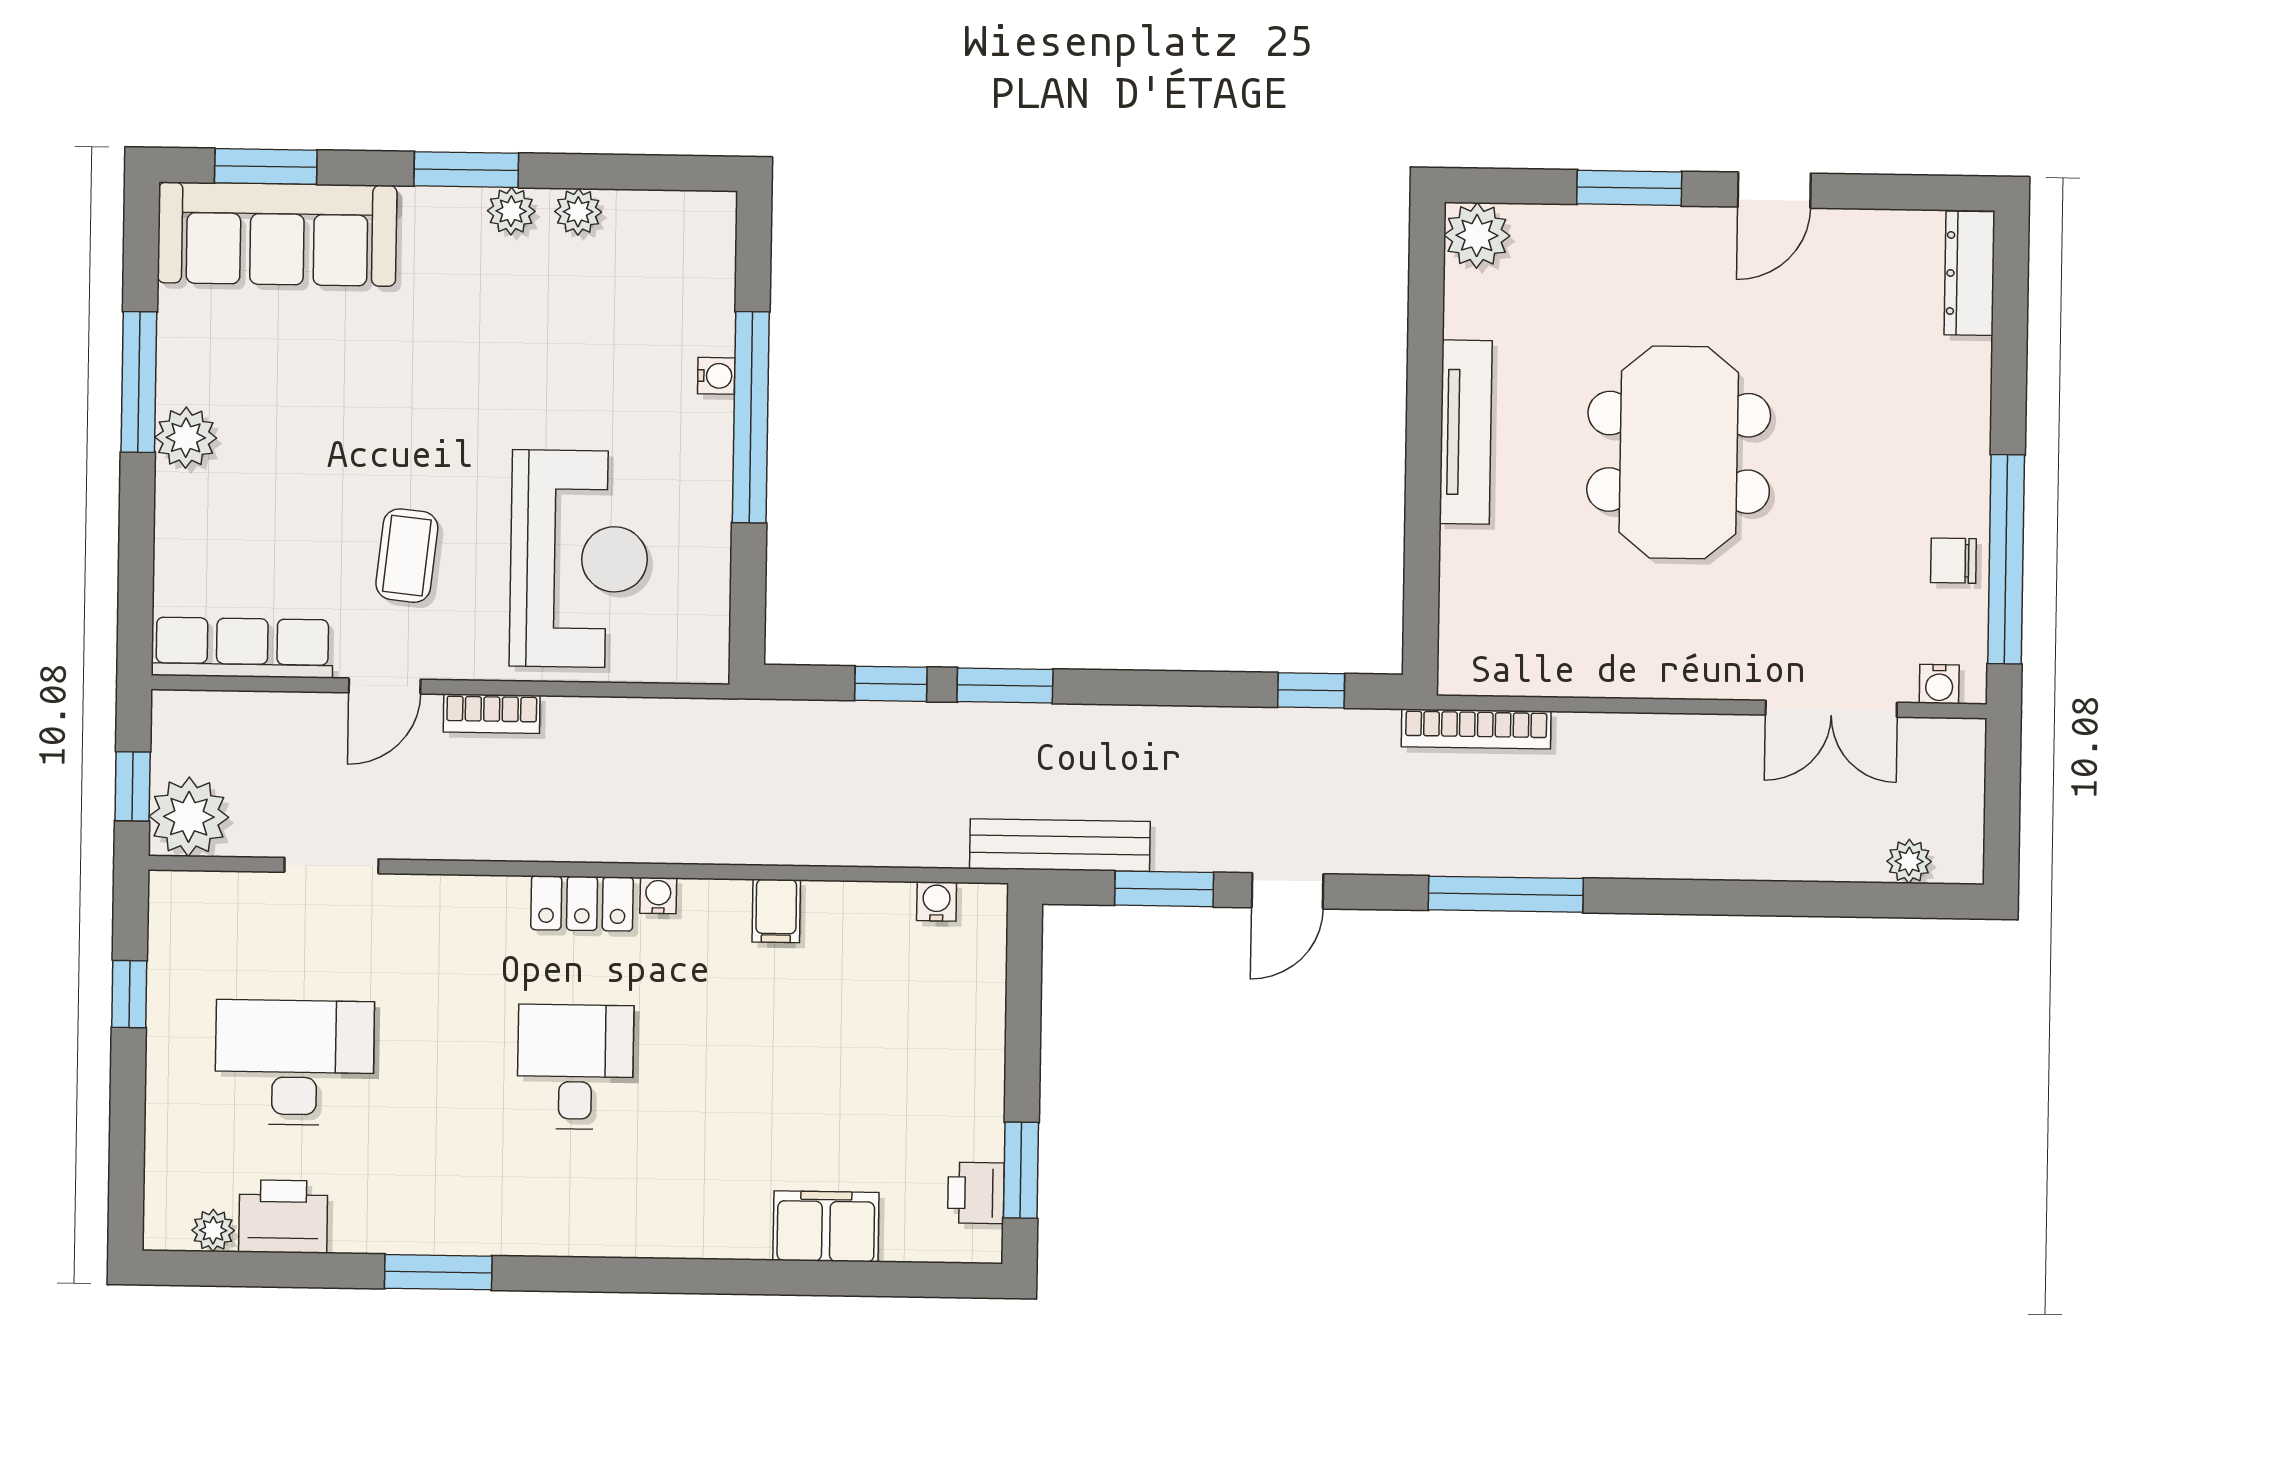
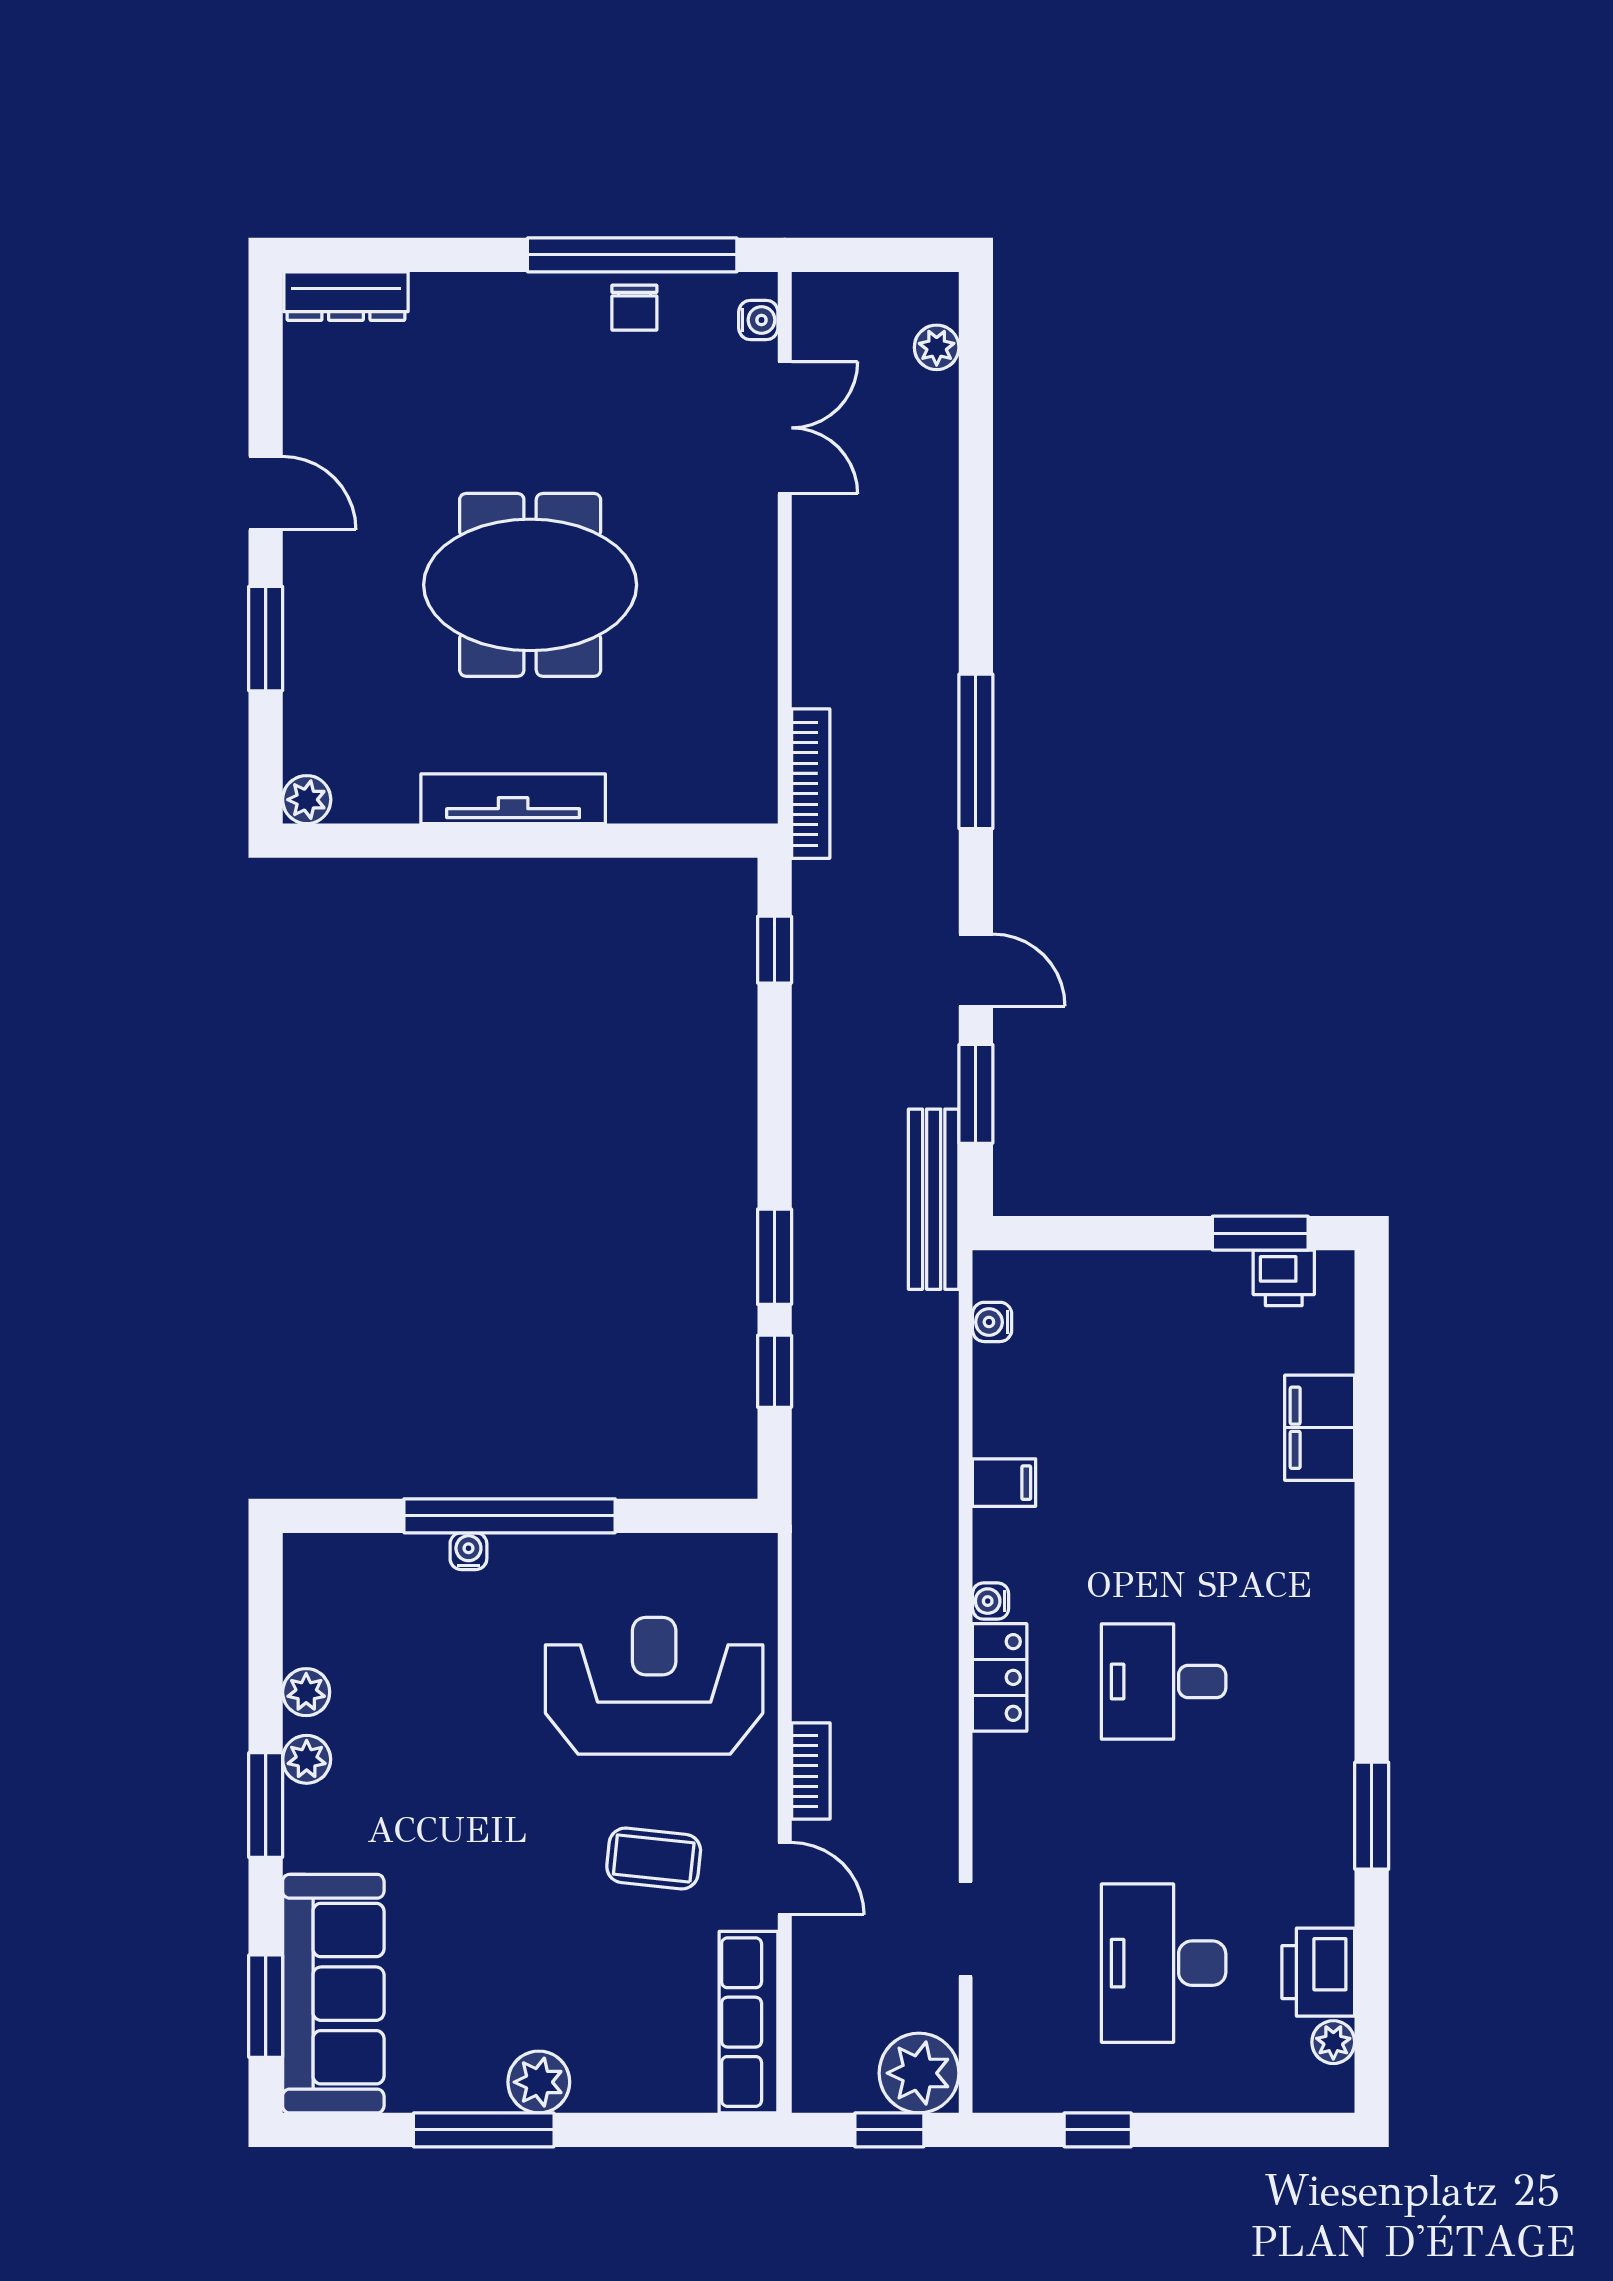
plant: (1477, 235) -> (307, 800), width x0.73, depth x0.73

